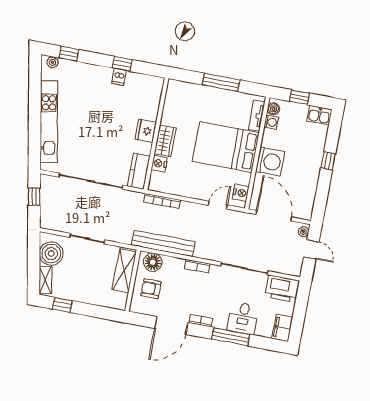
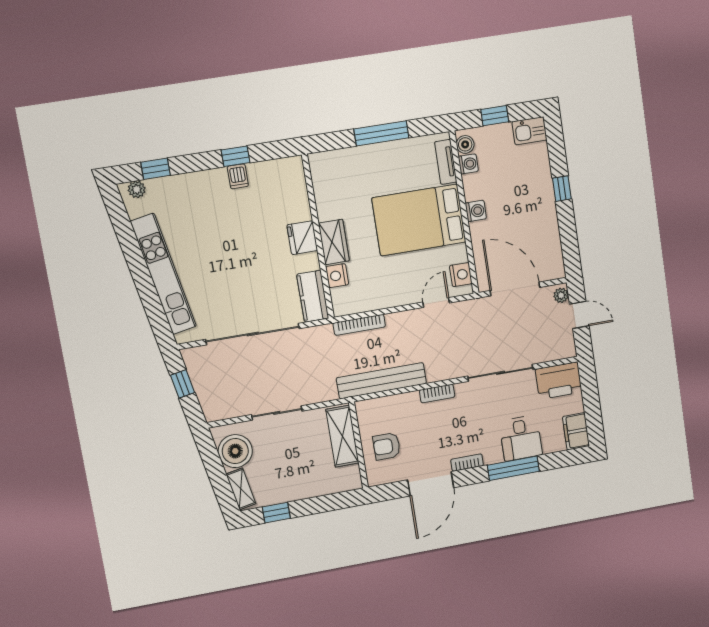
washing machine: (270, 162) -> (476, 211), width x0.53, depth x0.53
floor lamp: (153, 262) -> (376, 411), removed

